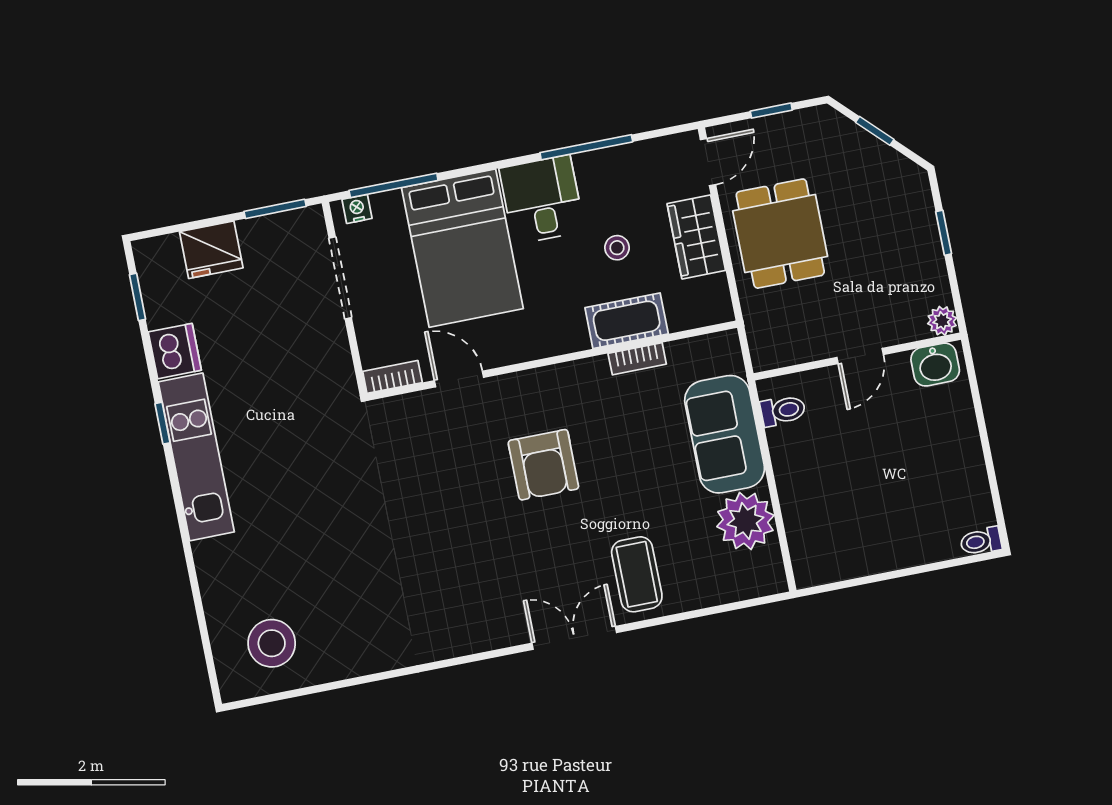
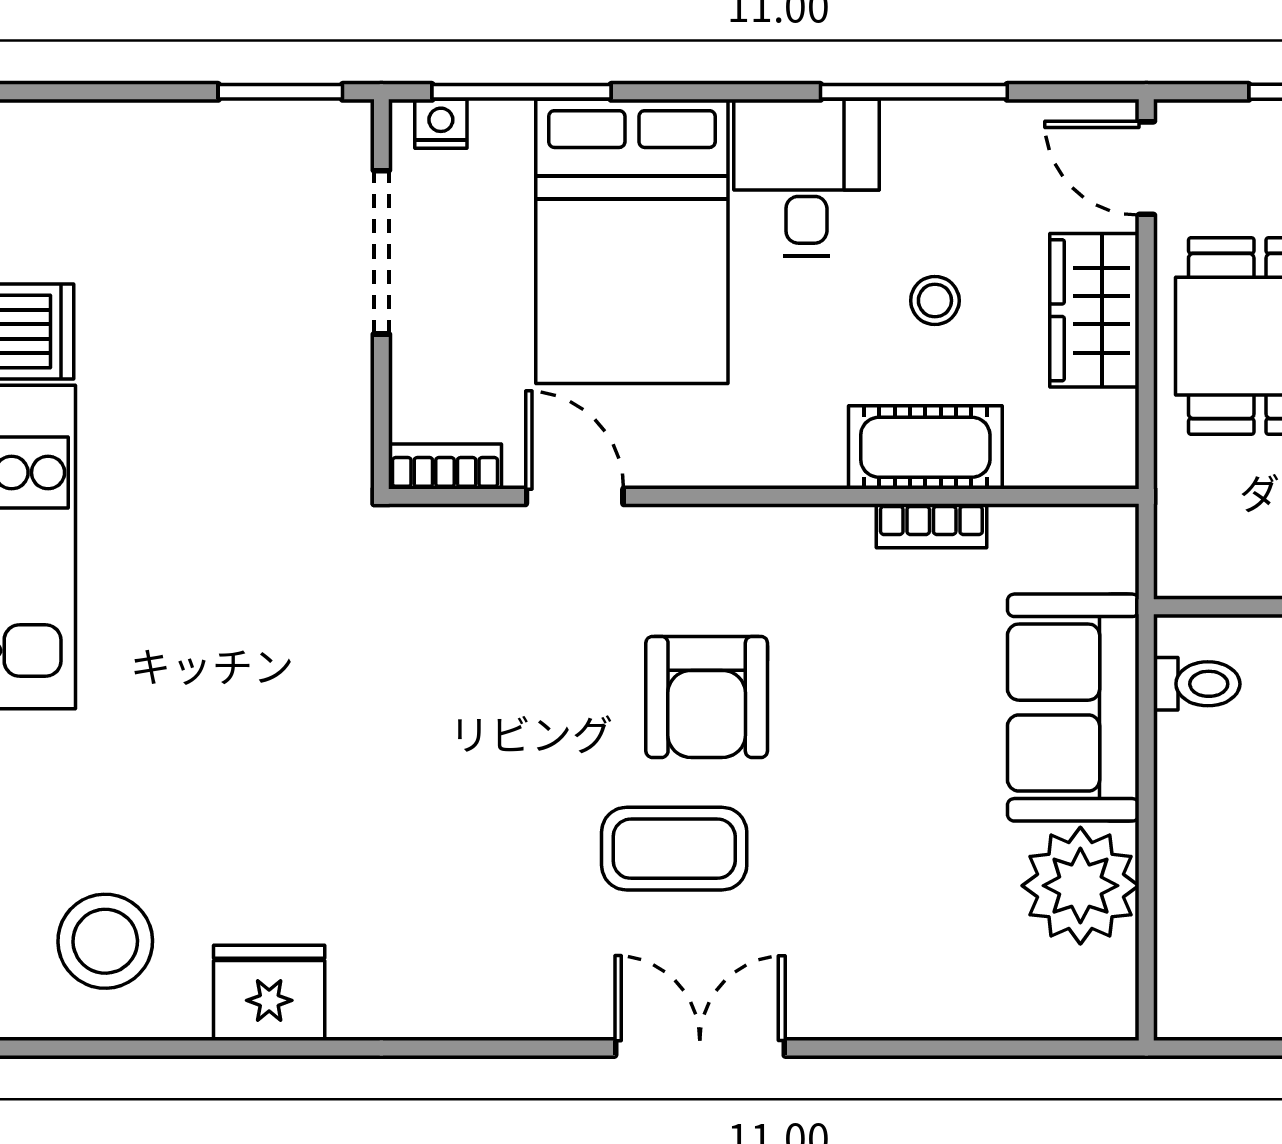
door: (708, 162) -> (1146, 168), swing flipped
fridge: (211, 250) -> (269, 993), moved, turned 180
coffee table: (637, 574) -> (674, 849), moved, turned 90

